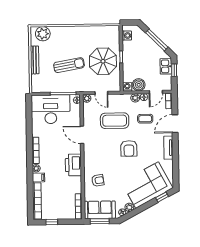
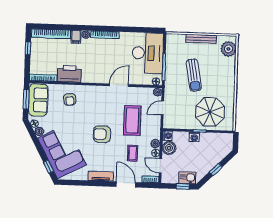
washing machine: (127, 36) -> (194, 137), moved
window: (157, 40) -> (216, 170), width x0.46
parasol: (103, 61) -> (210, 112), moved
printer: (73, 165) -> (69, 74), moved

